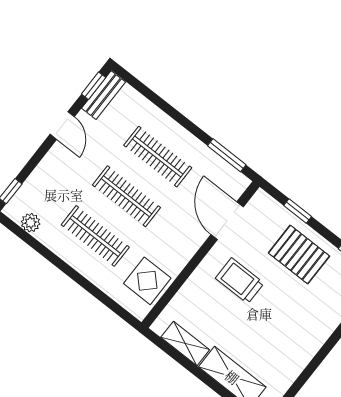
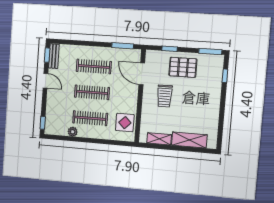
plant: (31, 223) -> (73, 132), moved
trolley: (240, 281) -> (165, 96), turned -90

